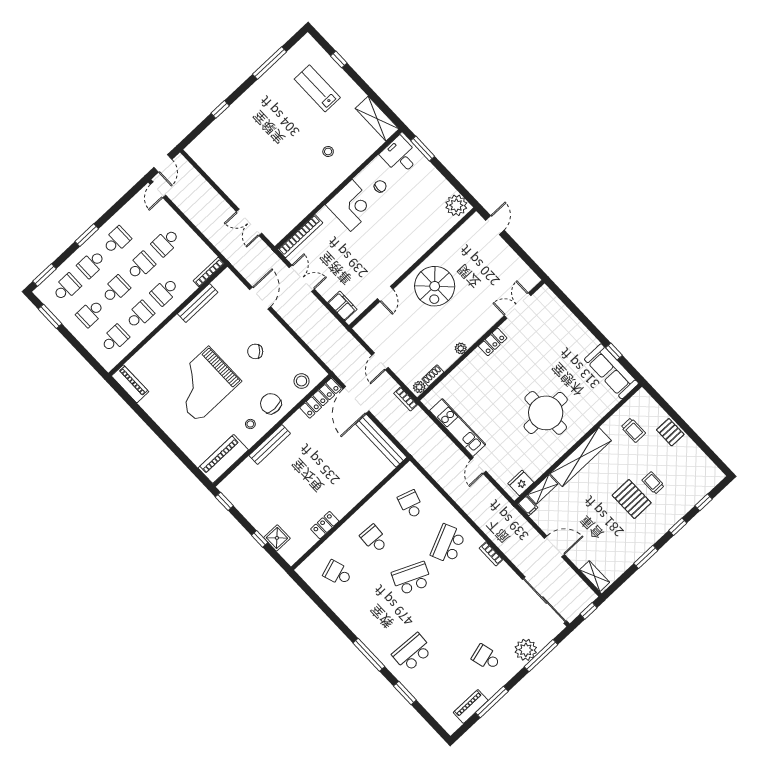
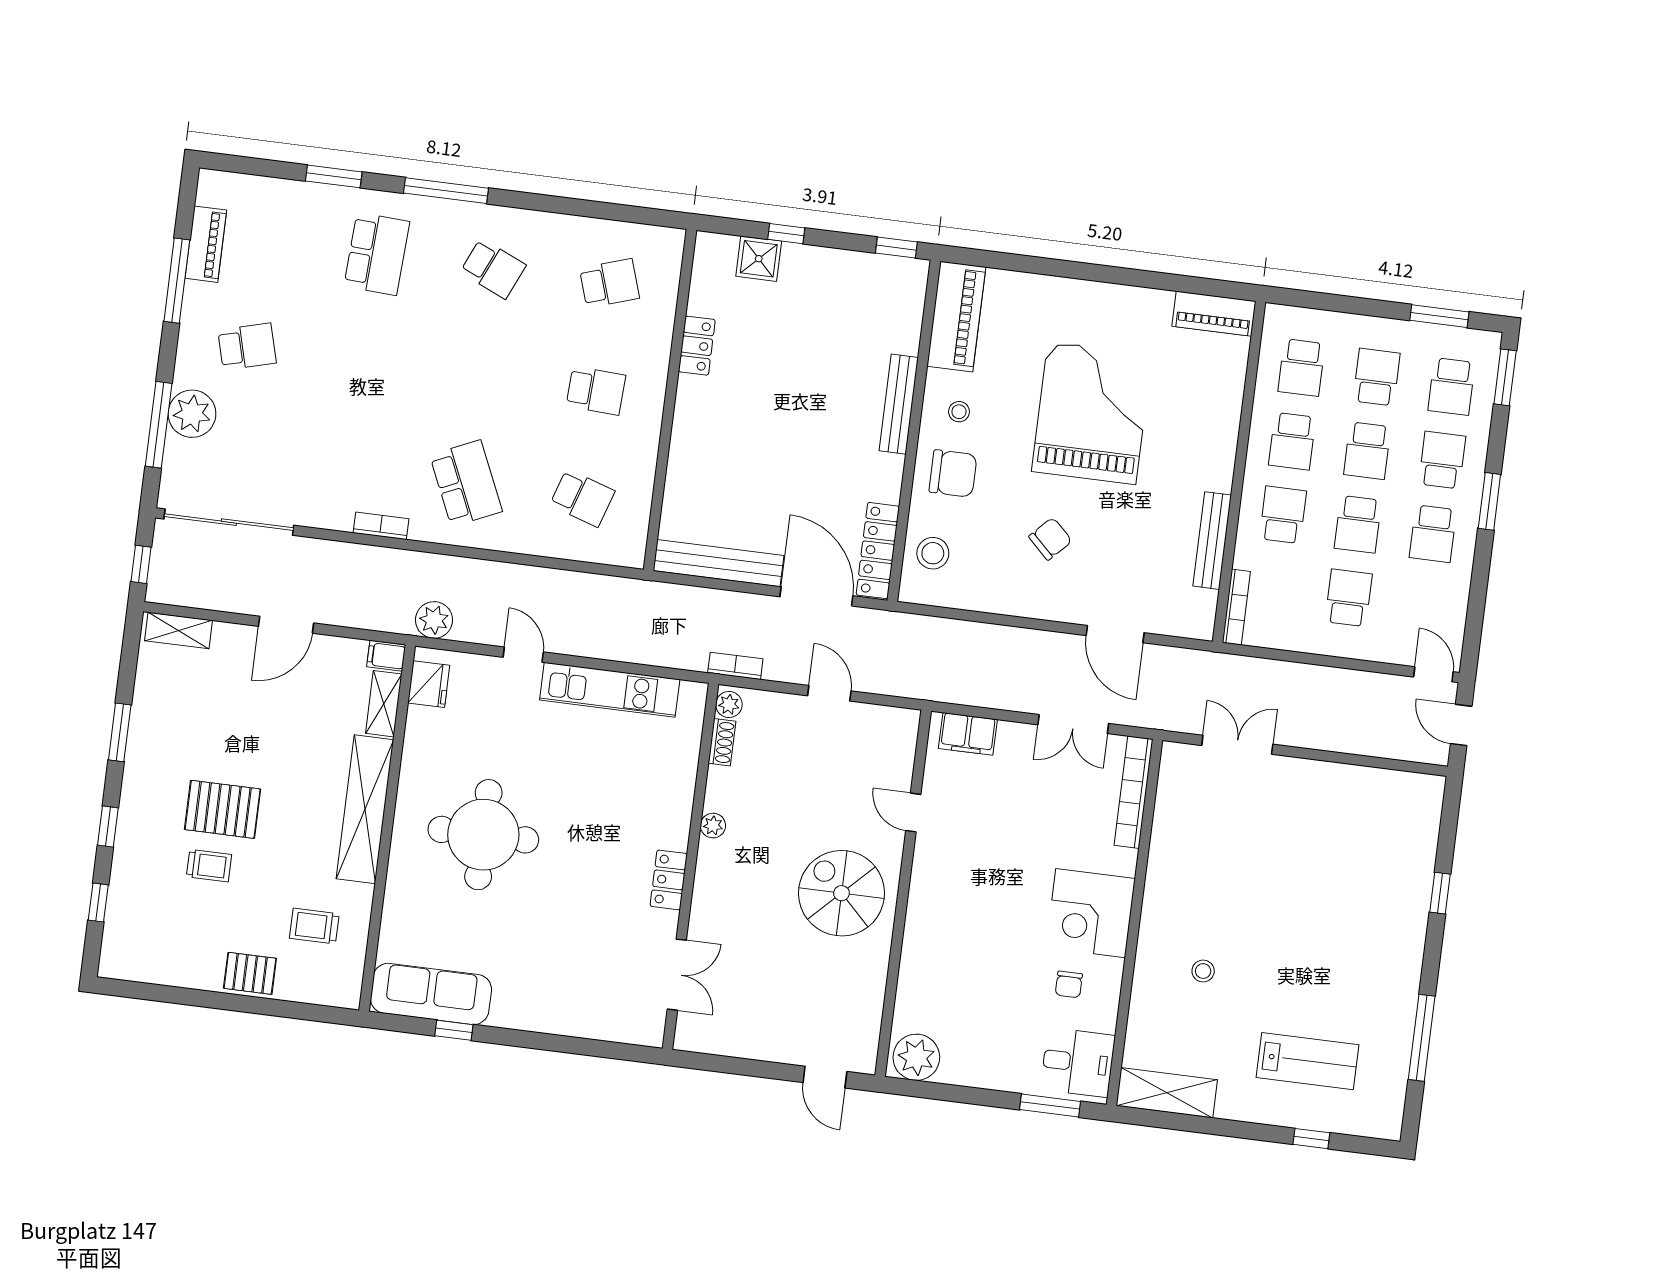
plant: (500, 504) -> (434, 620), added
school desk: (412, 578) -> (493, 269), moved, width x0.54

